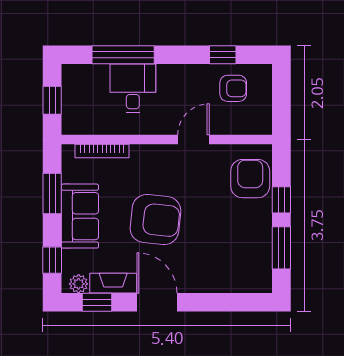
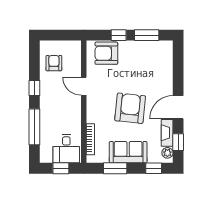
window: (223, 55) -> (34, 88), moved
desk: (133, 88) -> (66, 149), moved, turned -90

